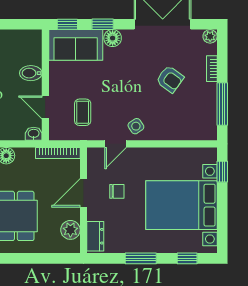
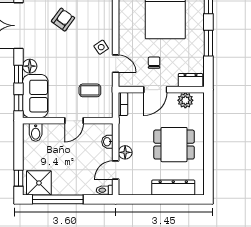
bidet: (31, 73) -> (36, 132), moved
door: (45, 107) -> (74, 121), moved
washbasin: (34, 134) -> (107, 142), moved
bookcase: (58, 153) -> (123, 104), width x0.64
door: (84, 193) -> (155, 90), hinge flipped

